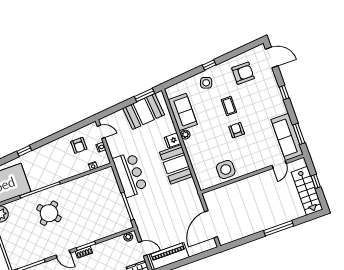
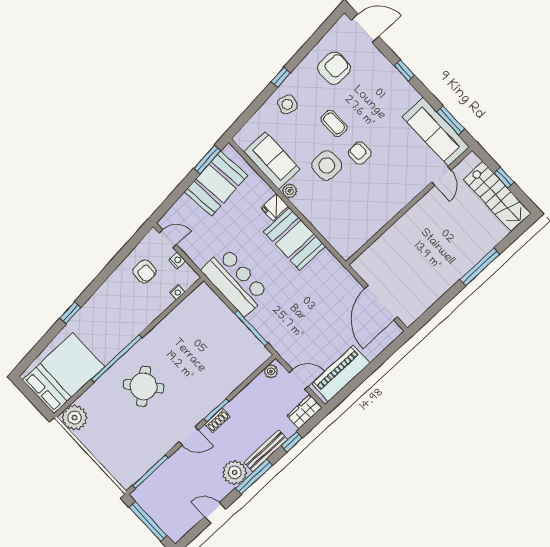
side table: (226, 170) -> (327, 165), moved

